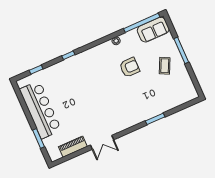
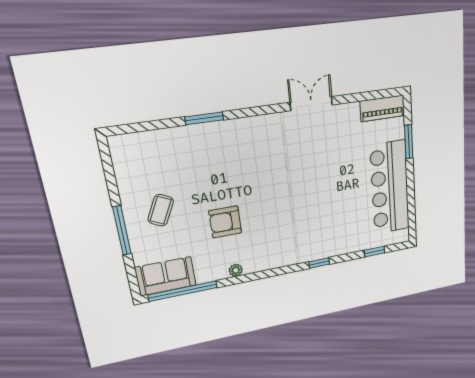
piano: (73, 147) -> (382, 108), moved

